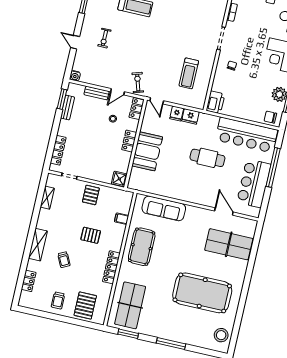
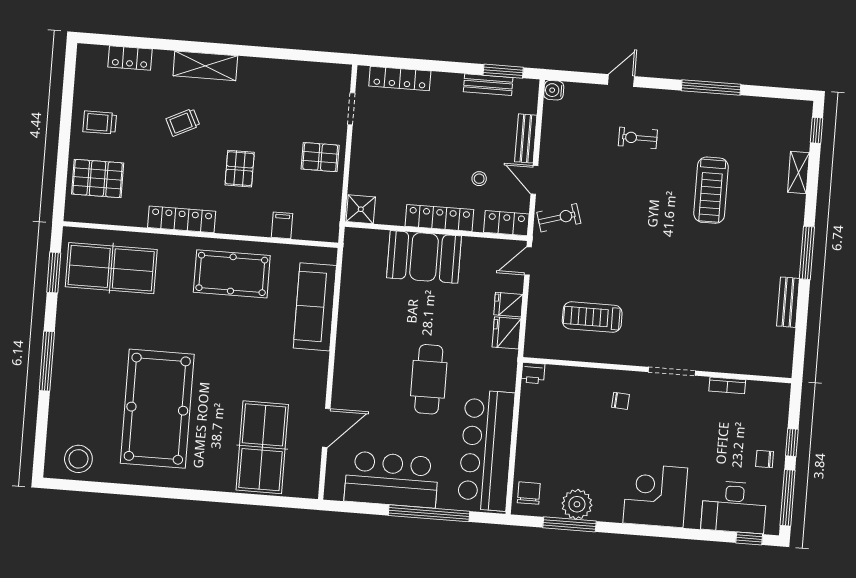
printer: (215, 102) -> (533, 373), width x0.53, depth x0.68
locker: (129, 141) -> (439, 218), width x1.53
shelving: (47, 198) -> (302, 71), removed

